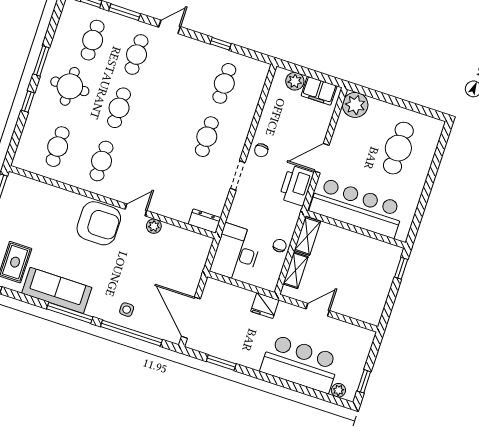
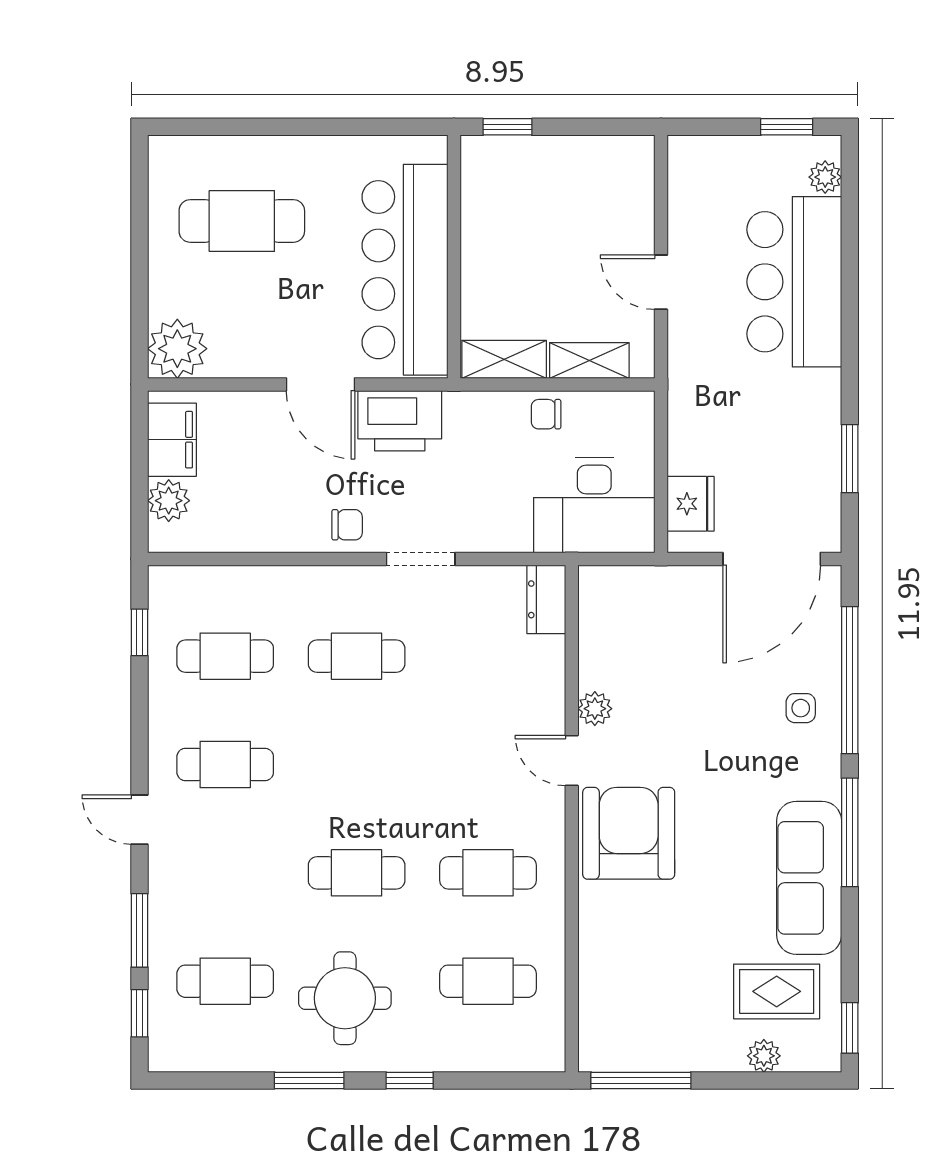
window: (221, 44) -> (139, 632), moved
cafe table: (137, 55) -> (225, 764), moved
fridge: (265, 306) -> (691, 504), moved

